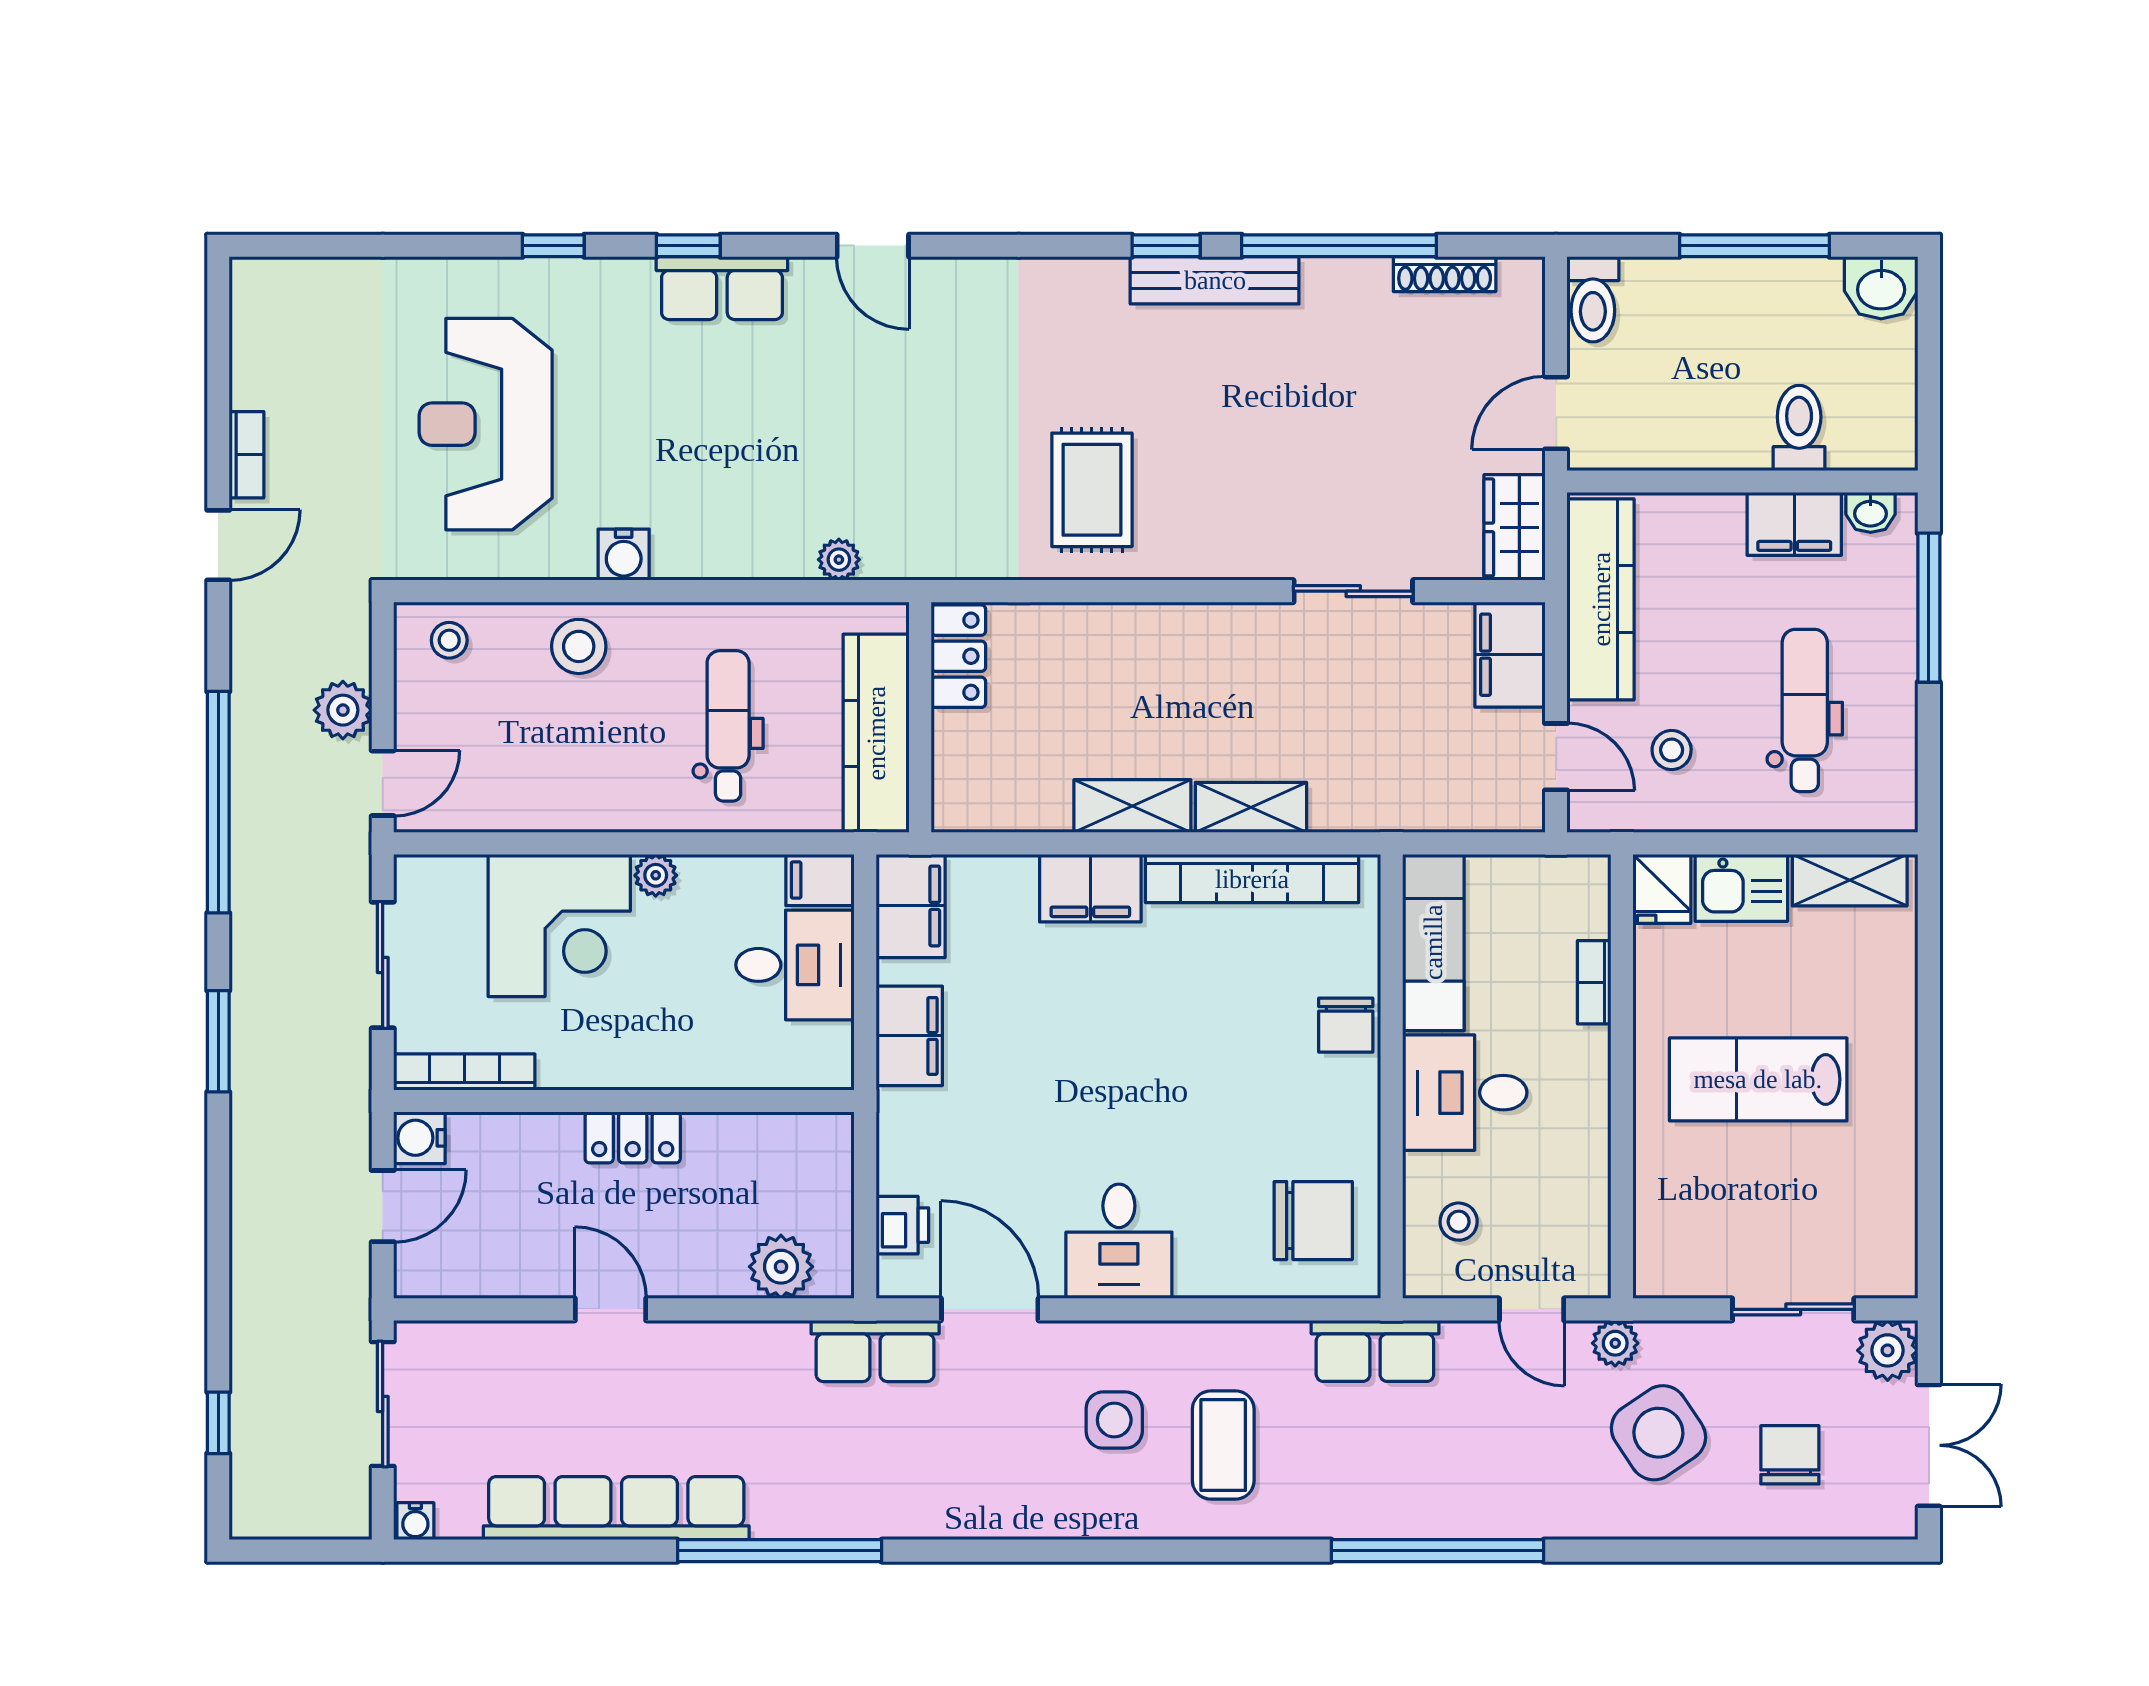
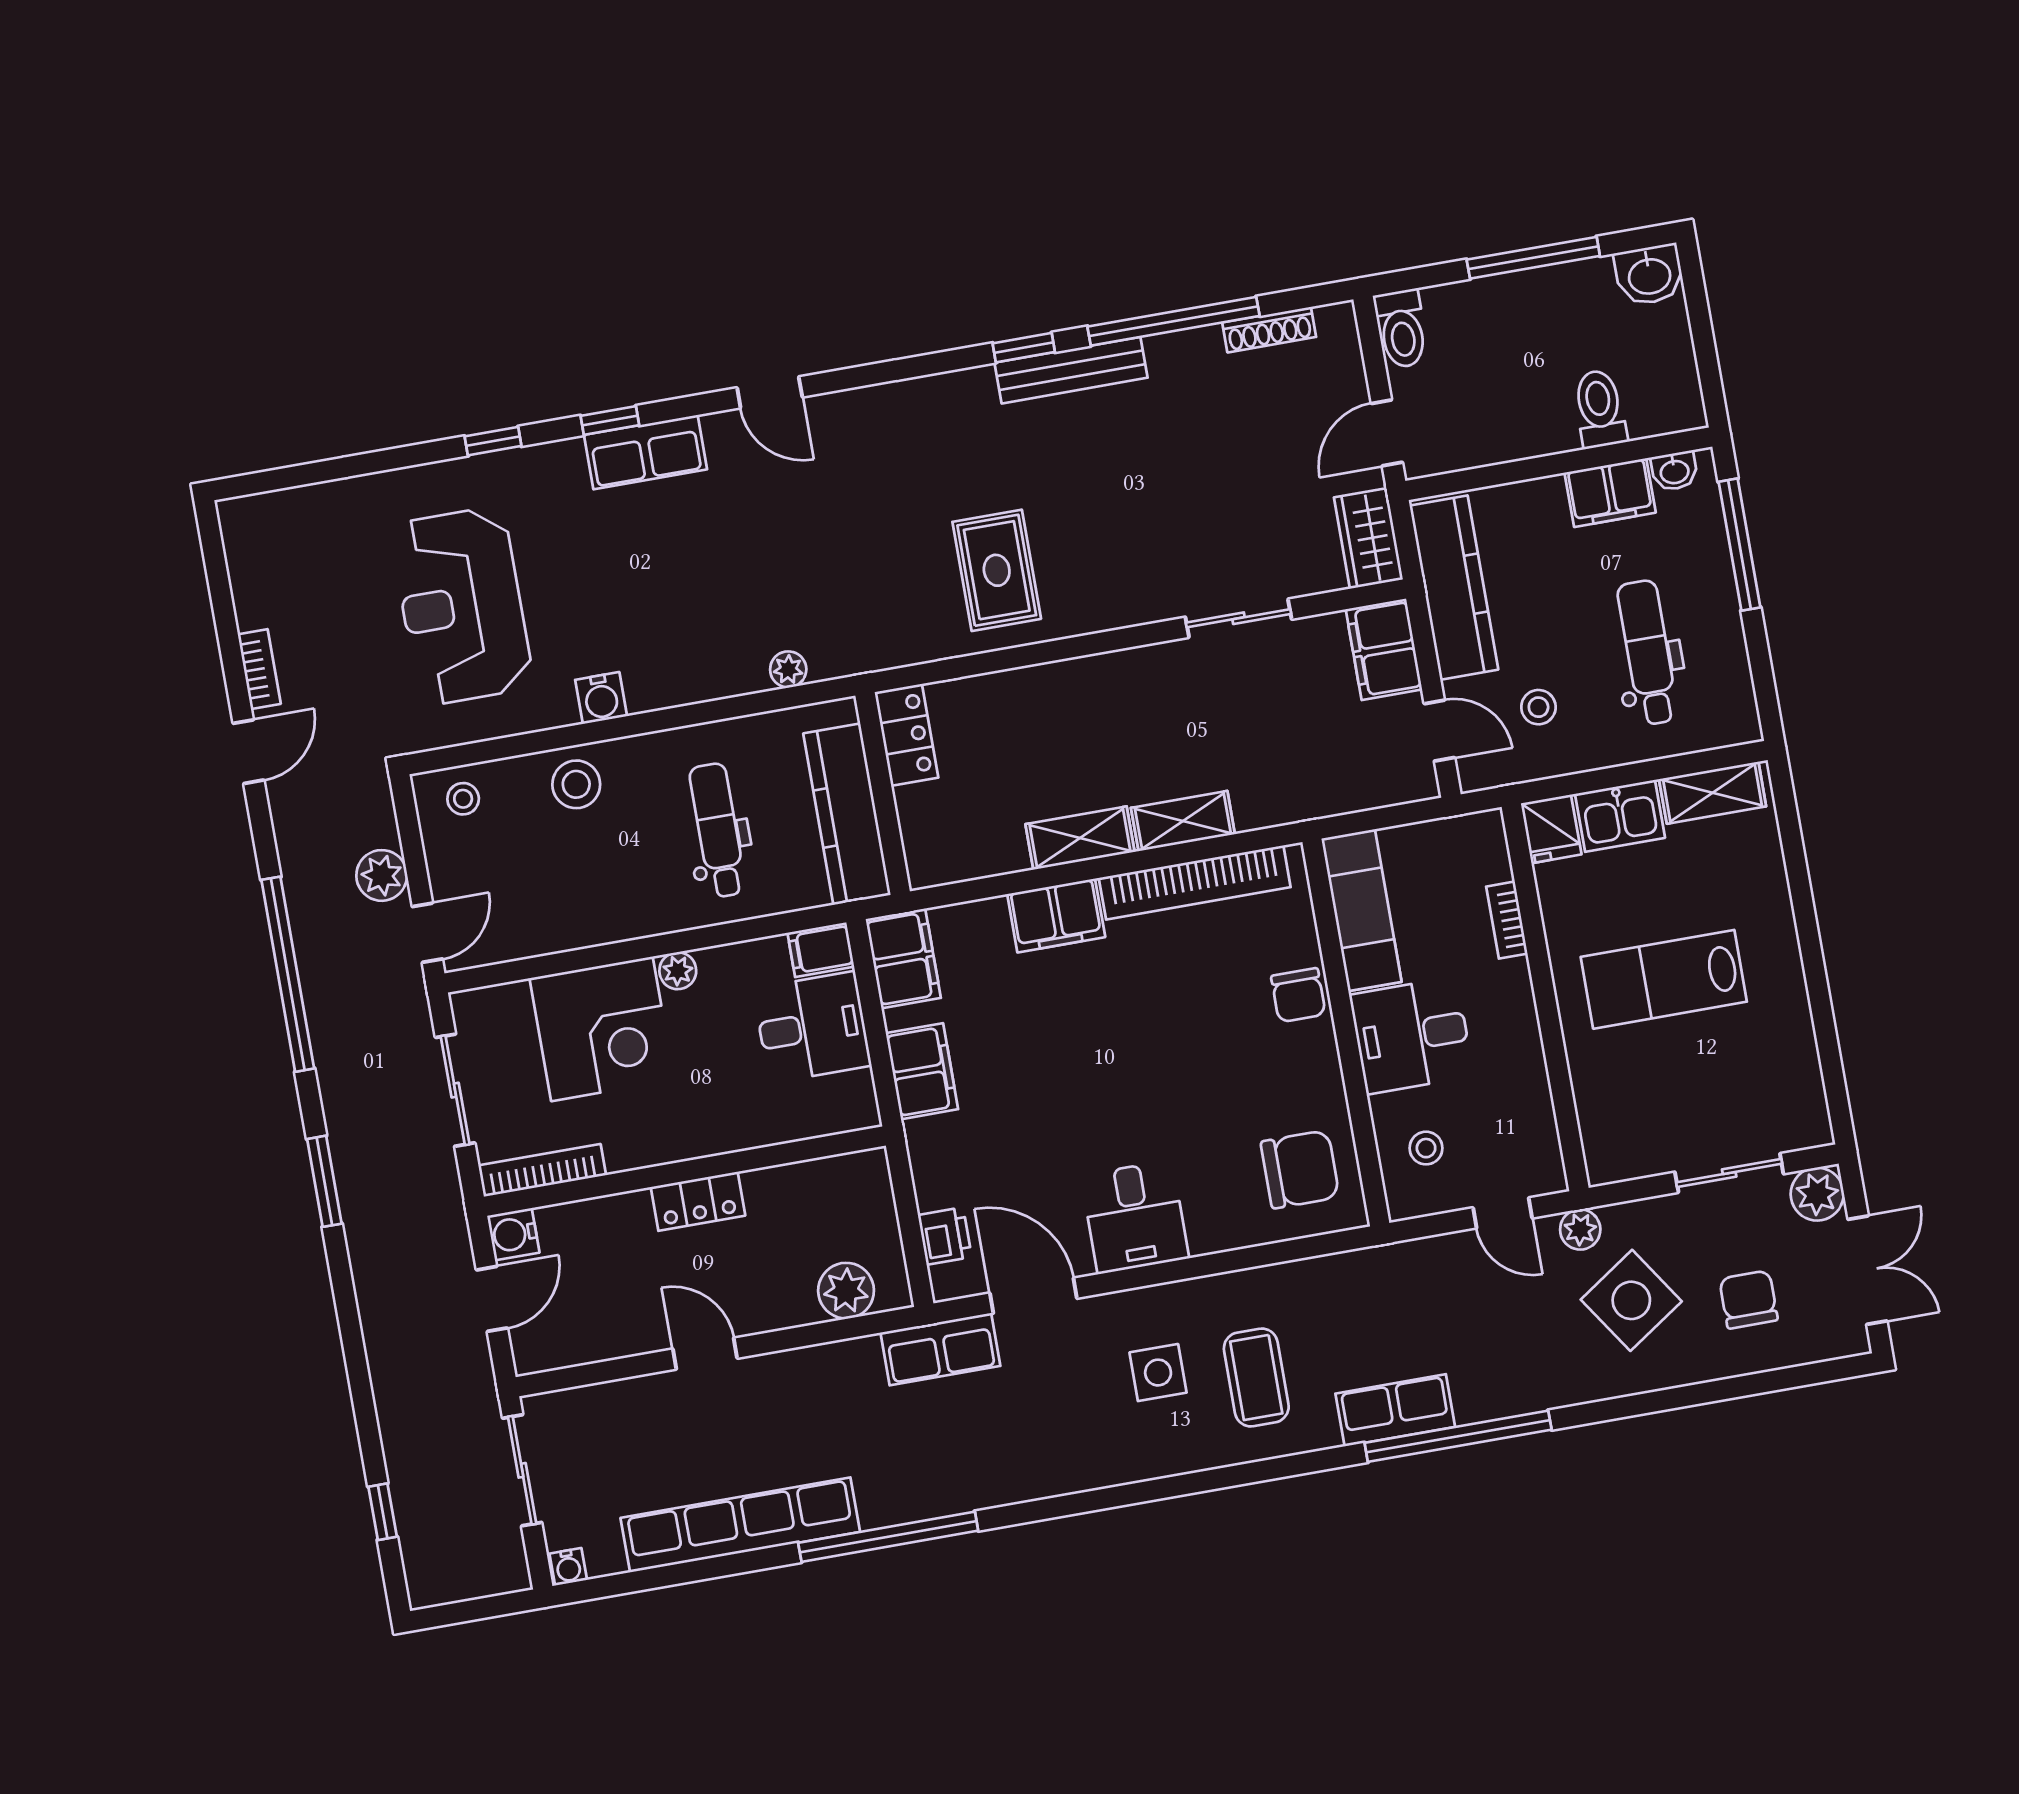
row of seats: (1375, 1351) -> (1395, 1410), moved, turned 180

